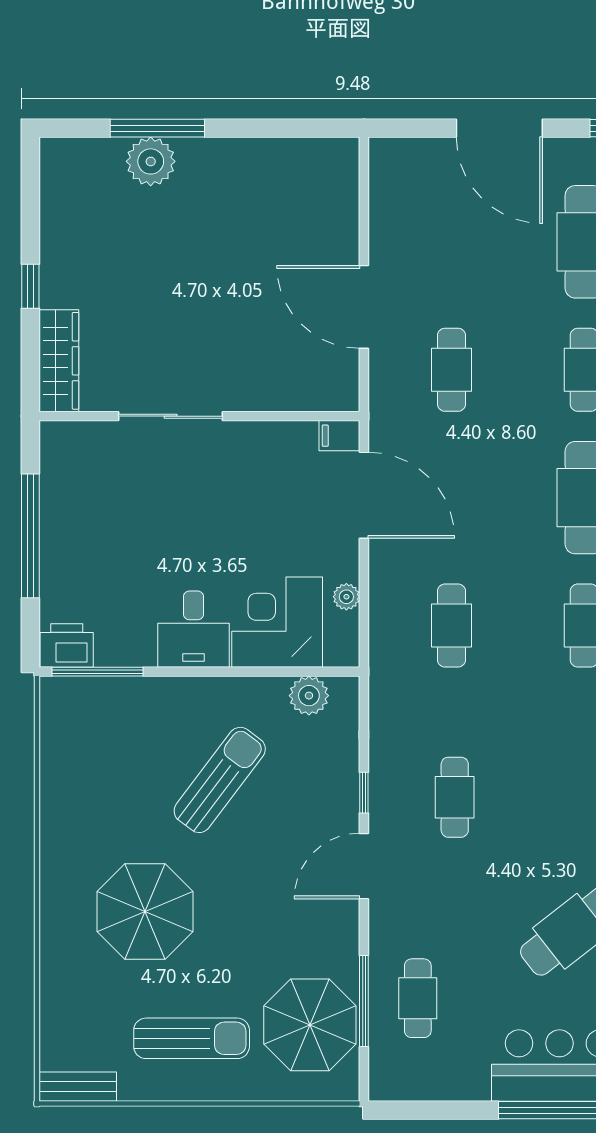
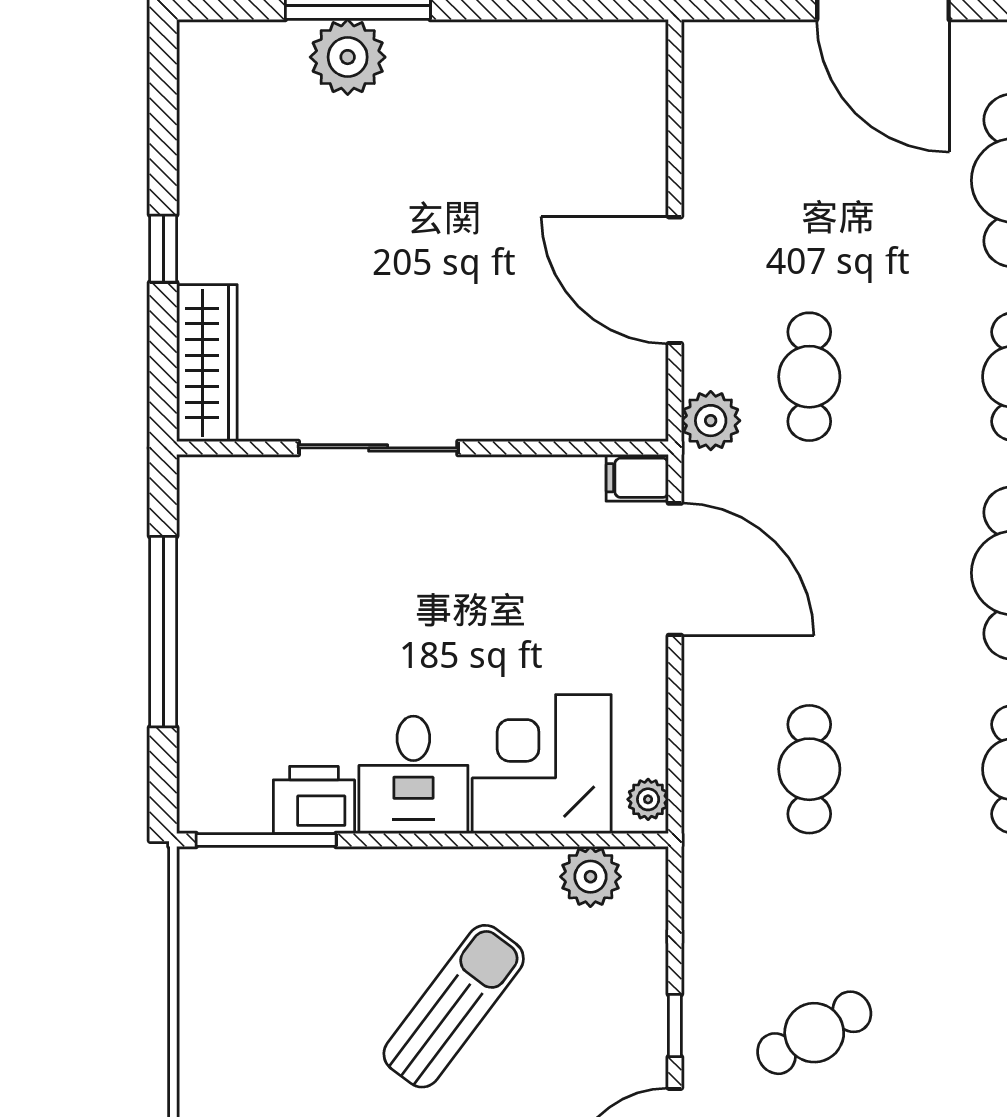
plant: (387, 398) -> (711, 421), added
plant: (346, 597) -> (648, 799), moved
printer: (67, 646) -> (314, 800), moved
cafe table: (455, 797) -> (814, 1033), turned 61

